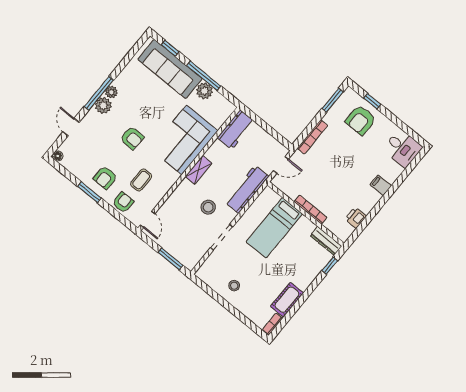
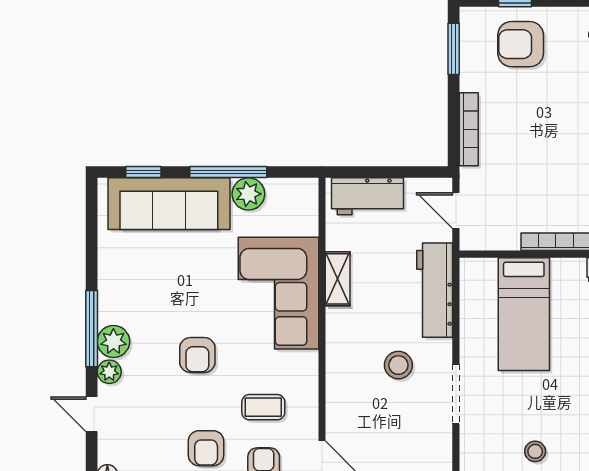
plant: (111, 92) -> (109, 372), moved
armchair: (361, 120) -> (521, 44), turned 90
workbench: (236, 130) -> (368, 196), moved, turned 90
armchair: (132, 138) -> (197, 355), turned 88
door: (281, 165) -> (456, 211), swing flipped
shelving: (199, 170) -> (338, 279), moved
coffee table: (141, 180) -> (263, 407), turned 90

